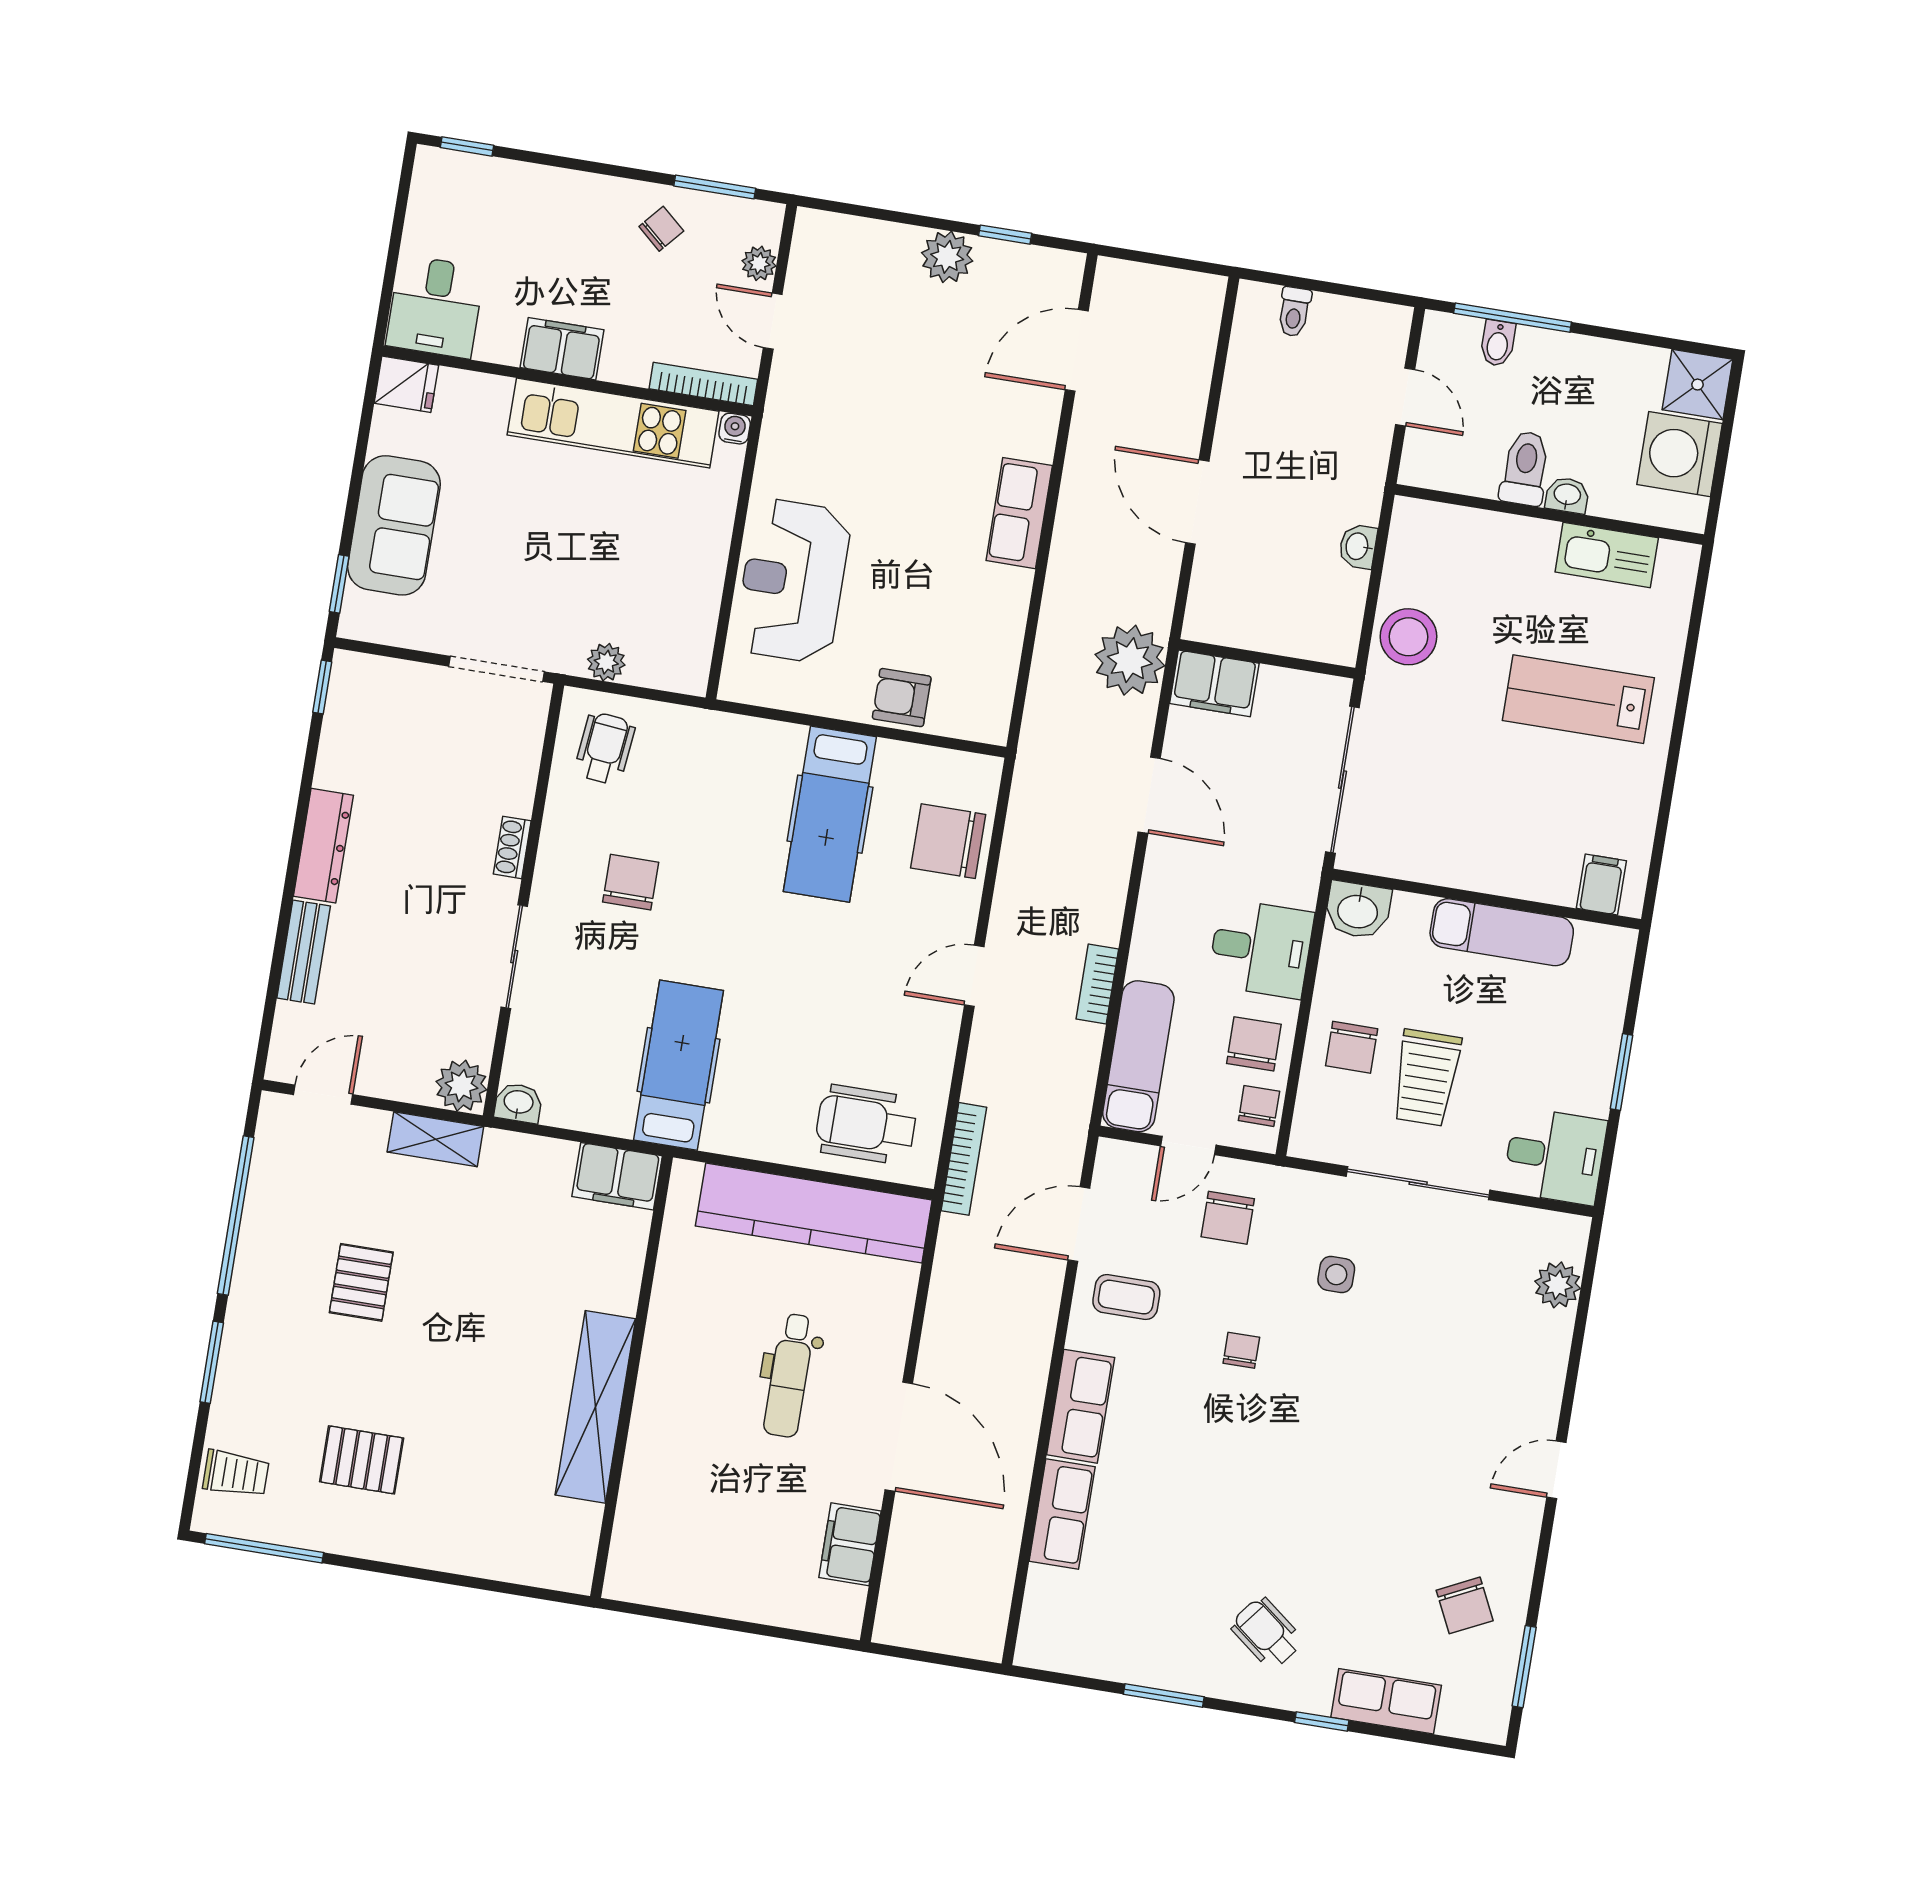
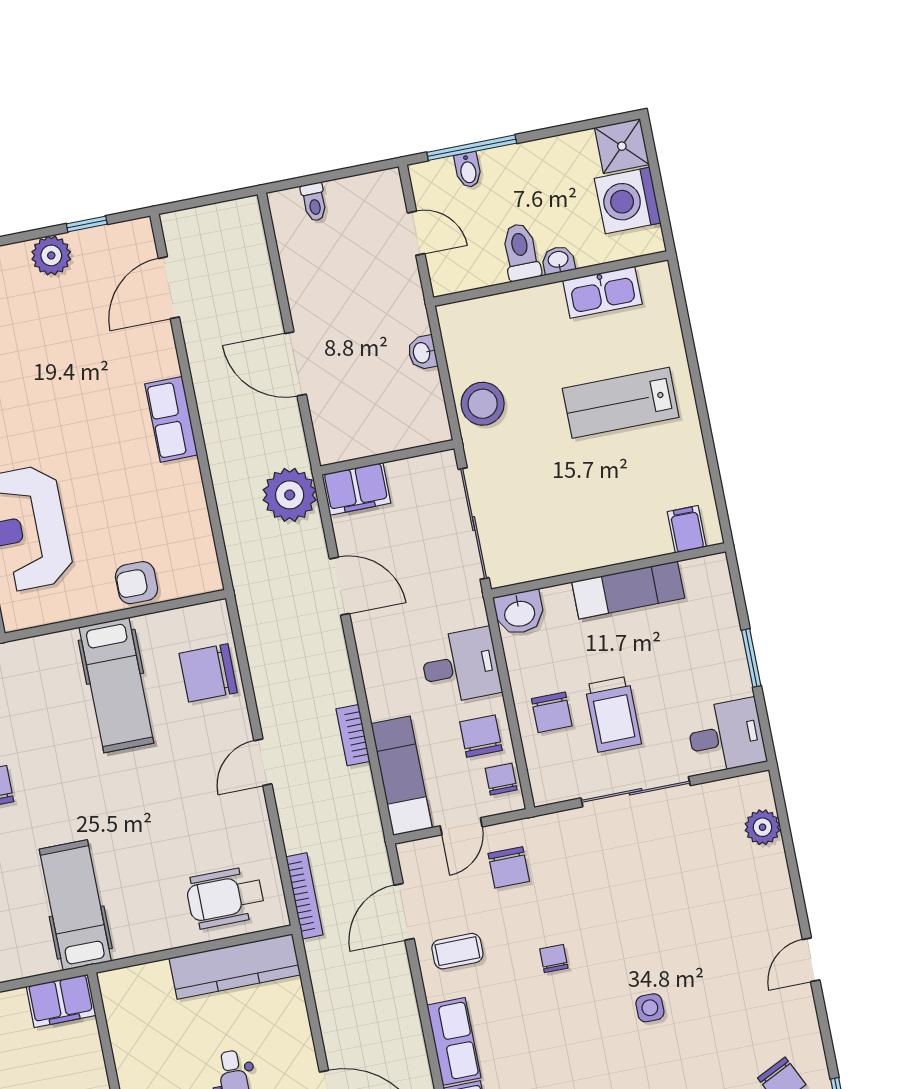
kitchen counter: (814, 1213) -> (235, 966), width x0.72, depth x0.86
side table: (1336, 1274) -> (650, 1008), moved

